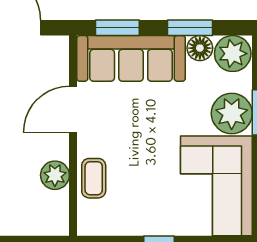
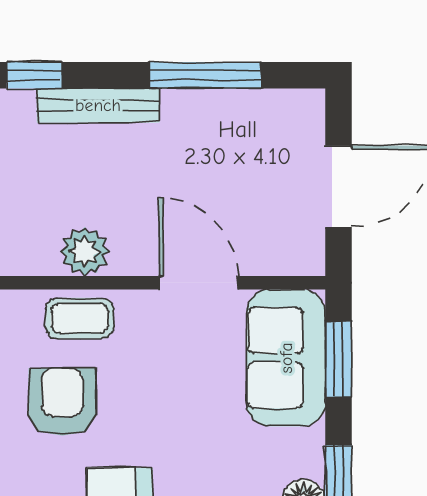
sofa: (131, 58) -> (286, 358), width x0.73
armchair: (142, 188) -> (62, 402), added

